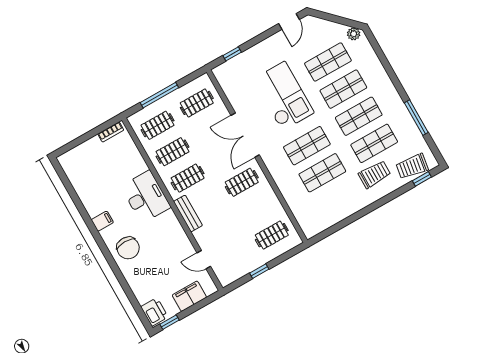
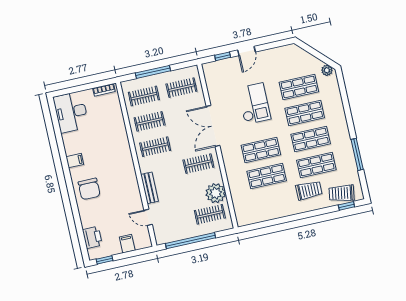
door: (289, 22) -> (247, 51), moved
checkout: (283, 96) -> (254, 104), width x0.73, depth x0.83
desk: (146, 197) -> (71, 112), moved, turned 180
plant: (271, 209) -> (216, 193), added
bench: (188, 213) -> (149, 188), moved
window: (259, 271) -> (191, 241), width x3.17
filing cabinet: (189, 296) -> (127, 244), width x0.50
printer: (154, 312) -> (92, 237), moved

